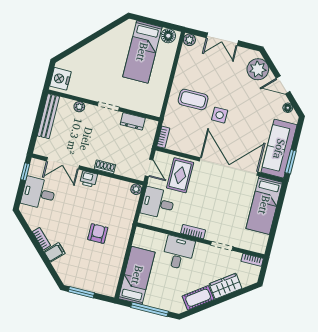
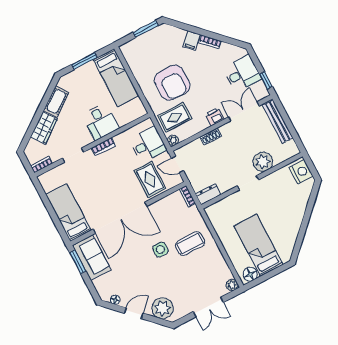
double door: (222, 39) -> (208, 307), swing flipped
plant: (79, 107) -> (263, 162), width x1.87, depth x1.87
bench: (48, 116) -> (278, 122), moved
dresser: (133, 121) -> (208, 194), moved
sofa: (279, 149) -> (92, 258), width x0.73
rug: (119, 206) -> (175, 117), added
armchair: (98, 233) -> (172, 83), width x1.88, depth x1.88
window: (150, 309) -> (84, 61), width x0.69

